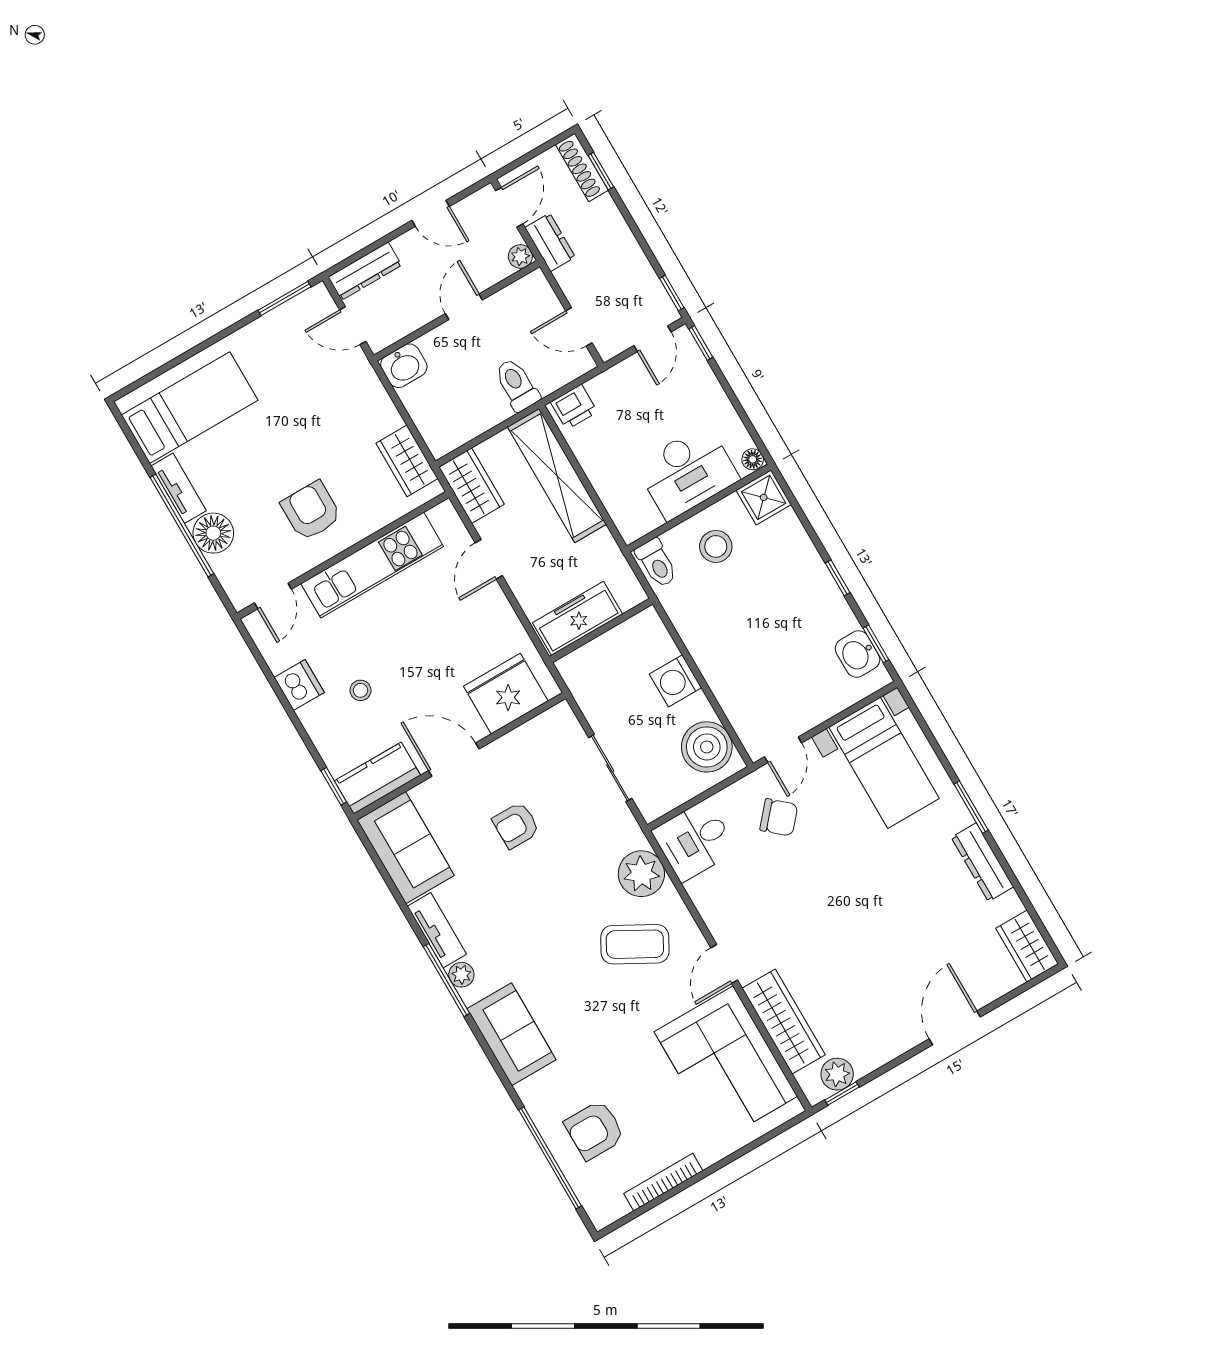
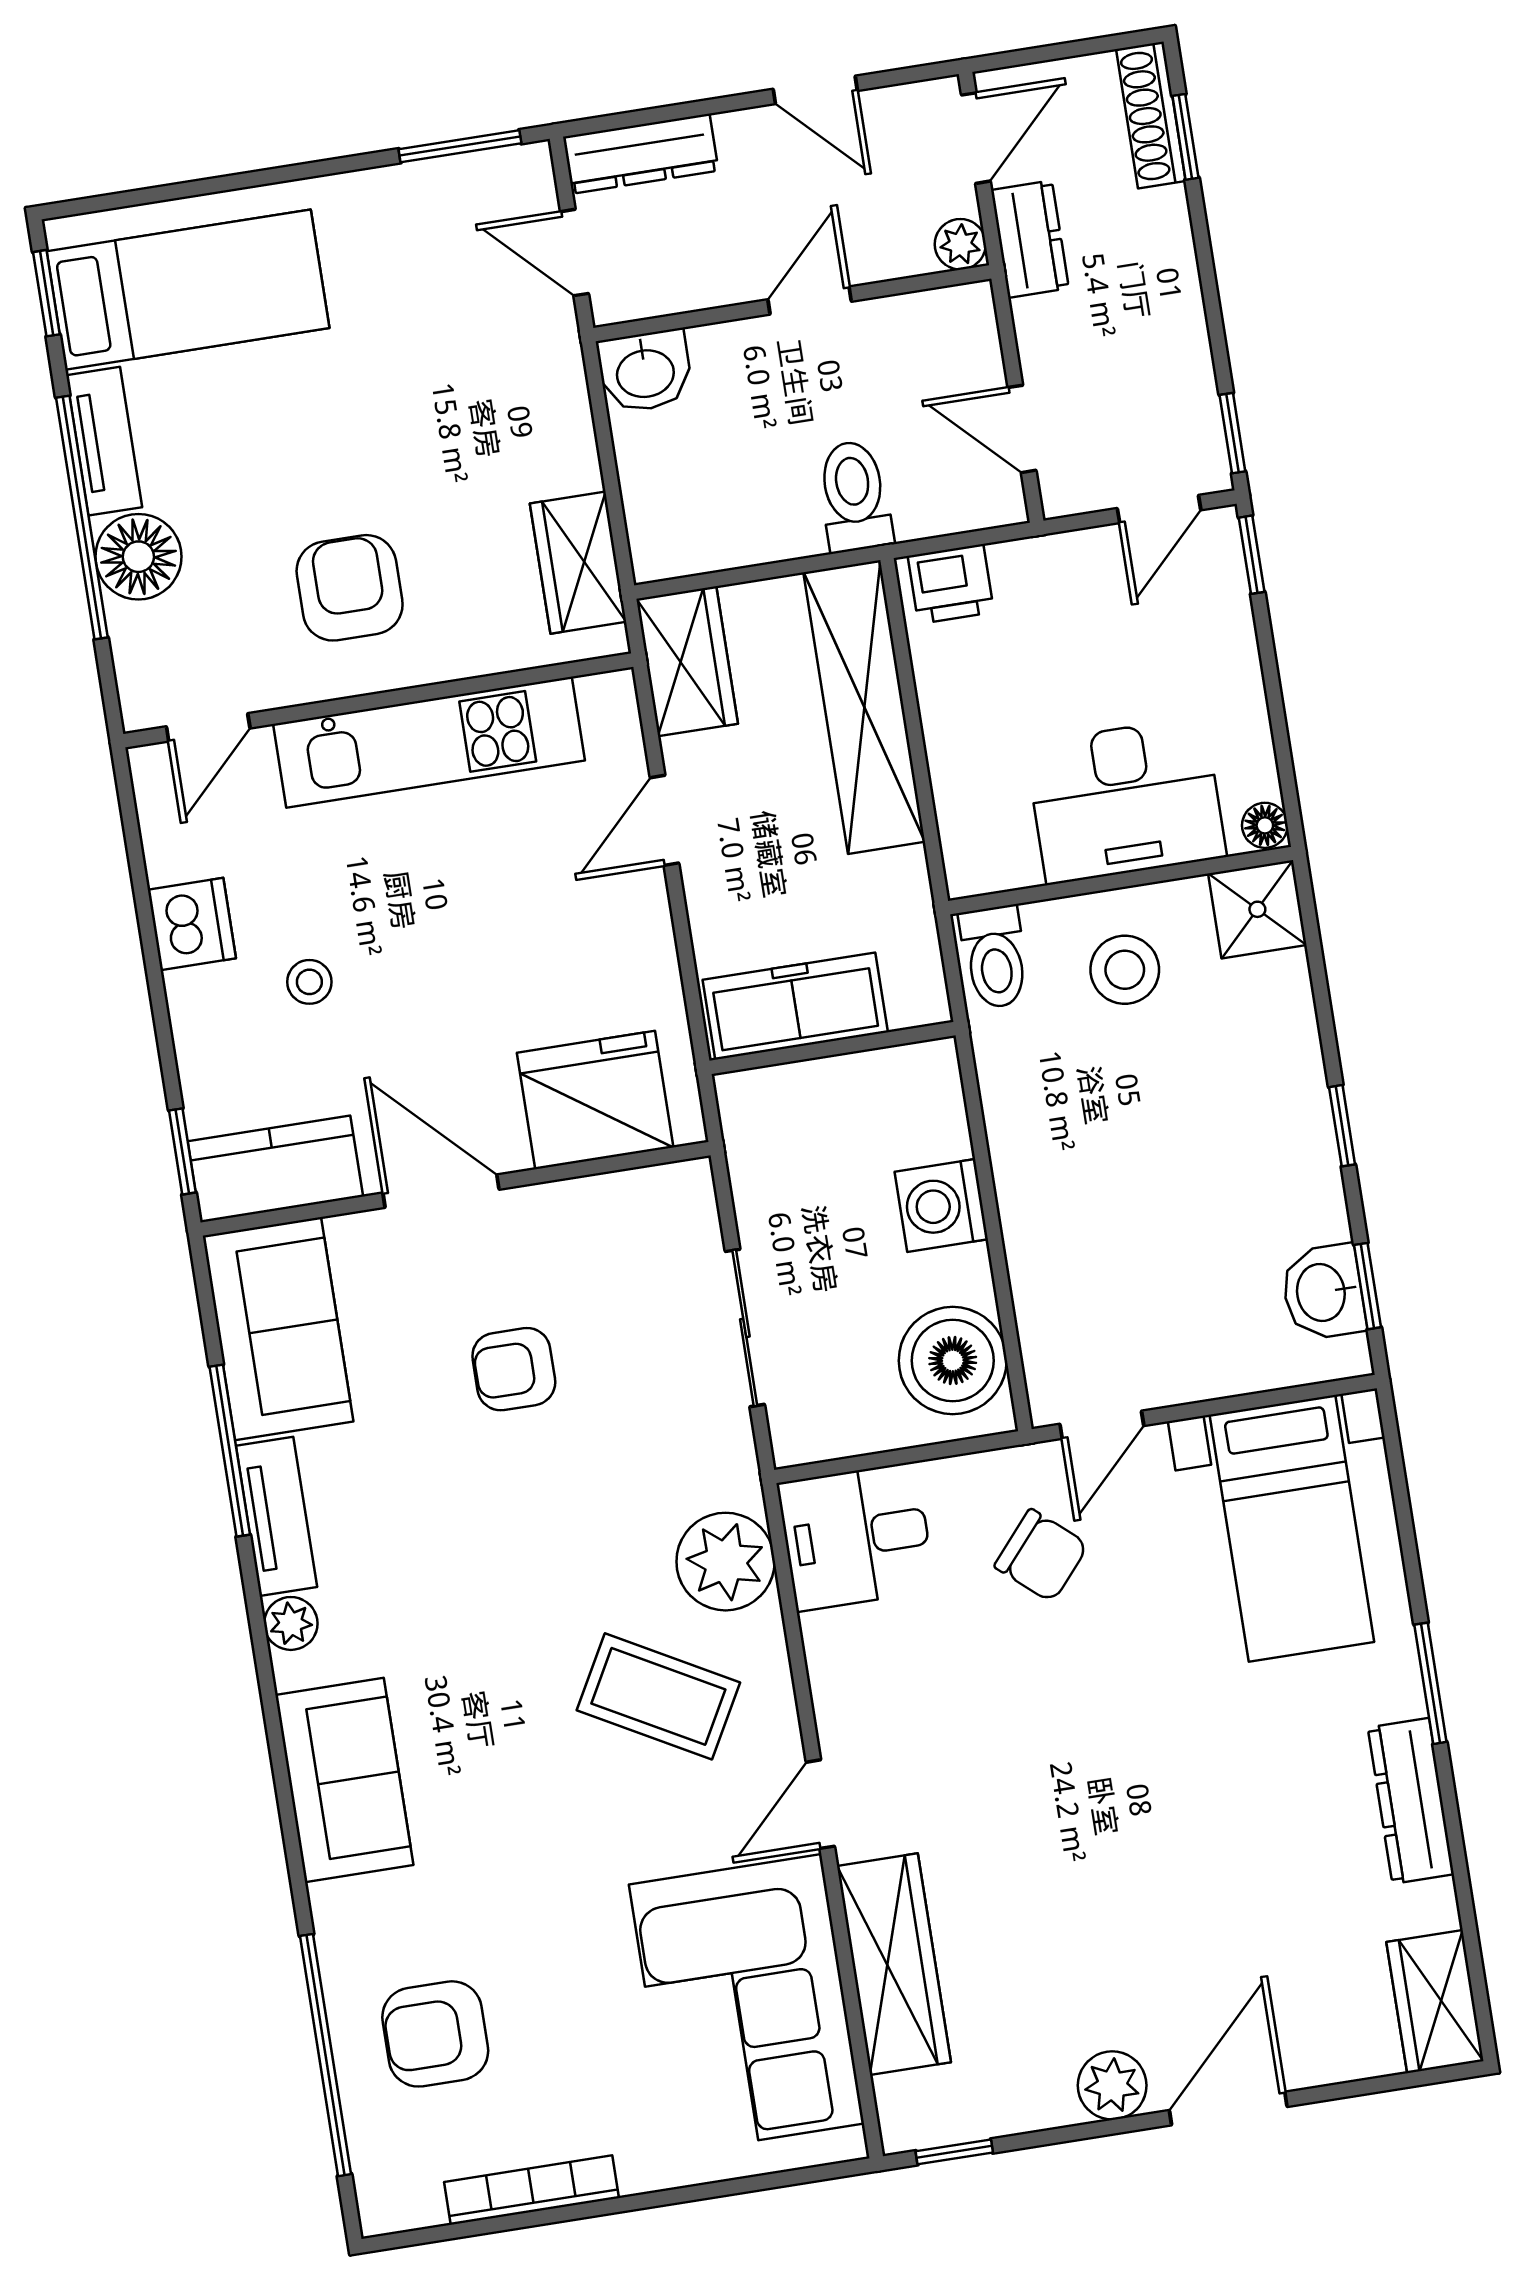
window: (128, 433) -> (46, 293), added
window: (446, 980) -> (230, 1451), moved
plant: (837, 1074) -> (1112, 2085), moved

